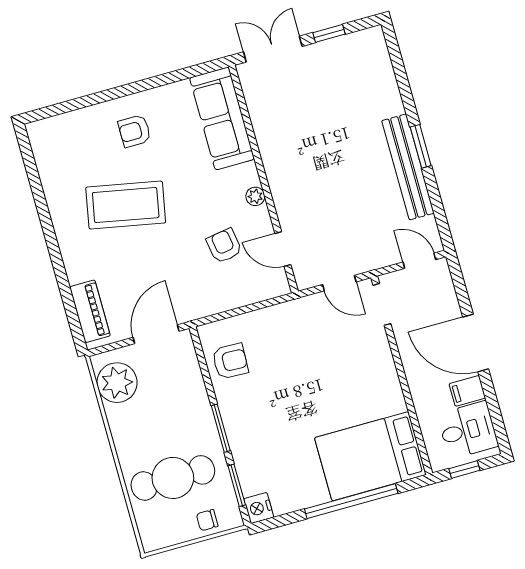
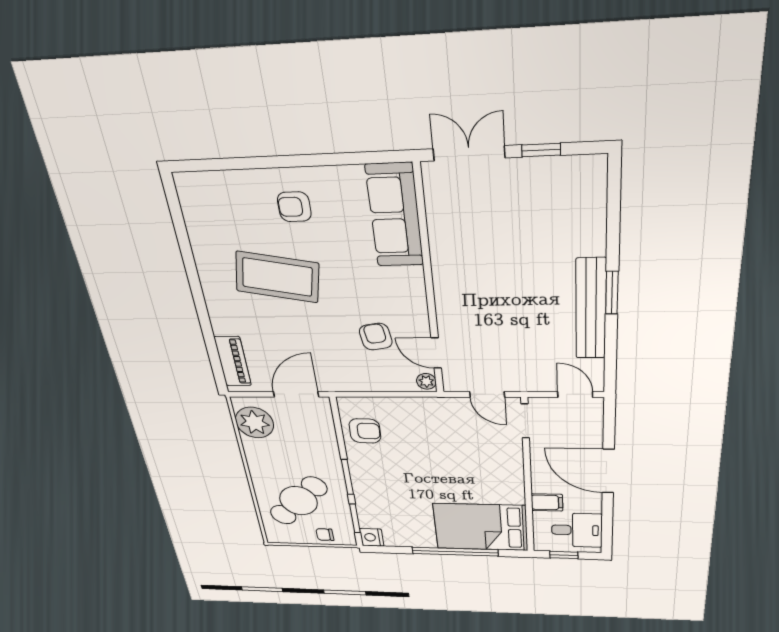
plant: (255, 196) -> (426, 381), moved
filing cabinet: (467, 391) -> (547, 502), moved, turned 180
cafe table: (173, 478) -> (298, 501), turned -45

